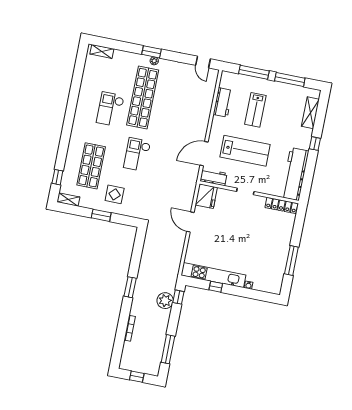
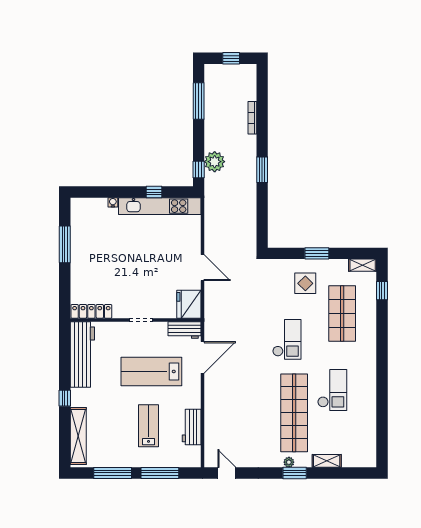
shelving: (102, 51) -> (327, 461), moved
shelving: (310, 113) -> (78, 436), width x1.47

